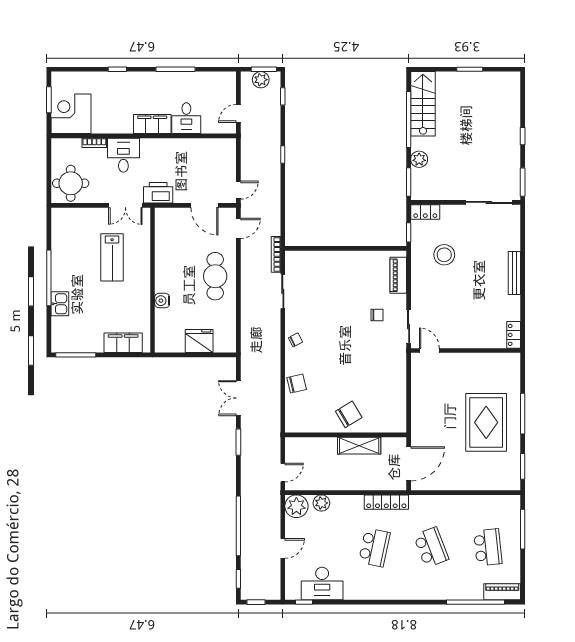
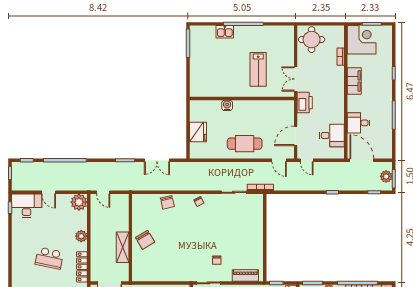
door: (238, 113) -> (362, 160), width x1.88
filing cabinet: (152, 124) -> (354, 81), moved
desk: (123, 155) -> (332, 135), moved
lab bench: (112, 257) -> (258, 69), turned -90
filing cabinet: (123, 343) -> (197, 77), removed
double door: (238, 398) -> (157, 160), swing flipped
plant: (321, 503) -> (81, 236), moved
desk: (322, 584) -> (27, 206), moved, turned 90

